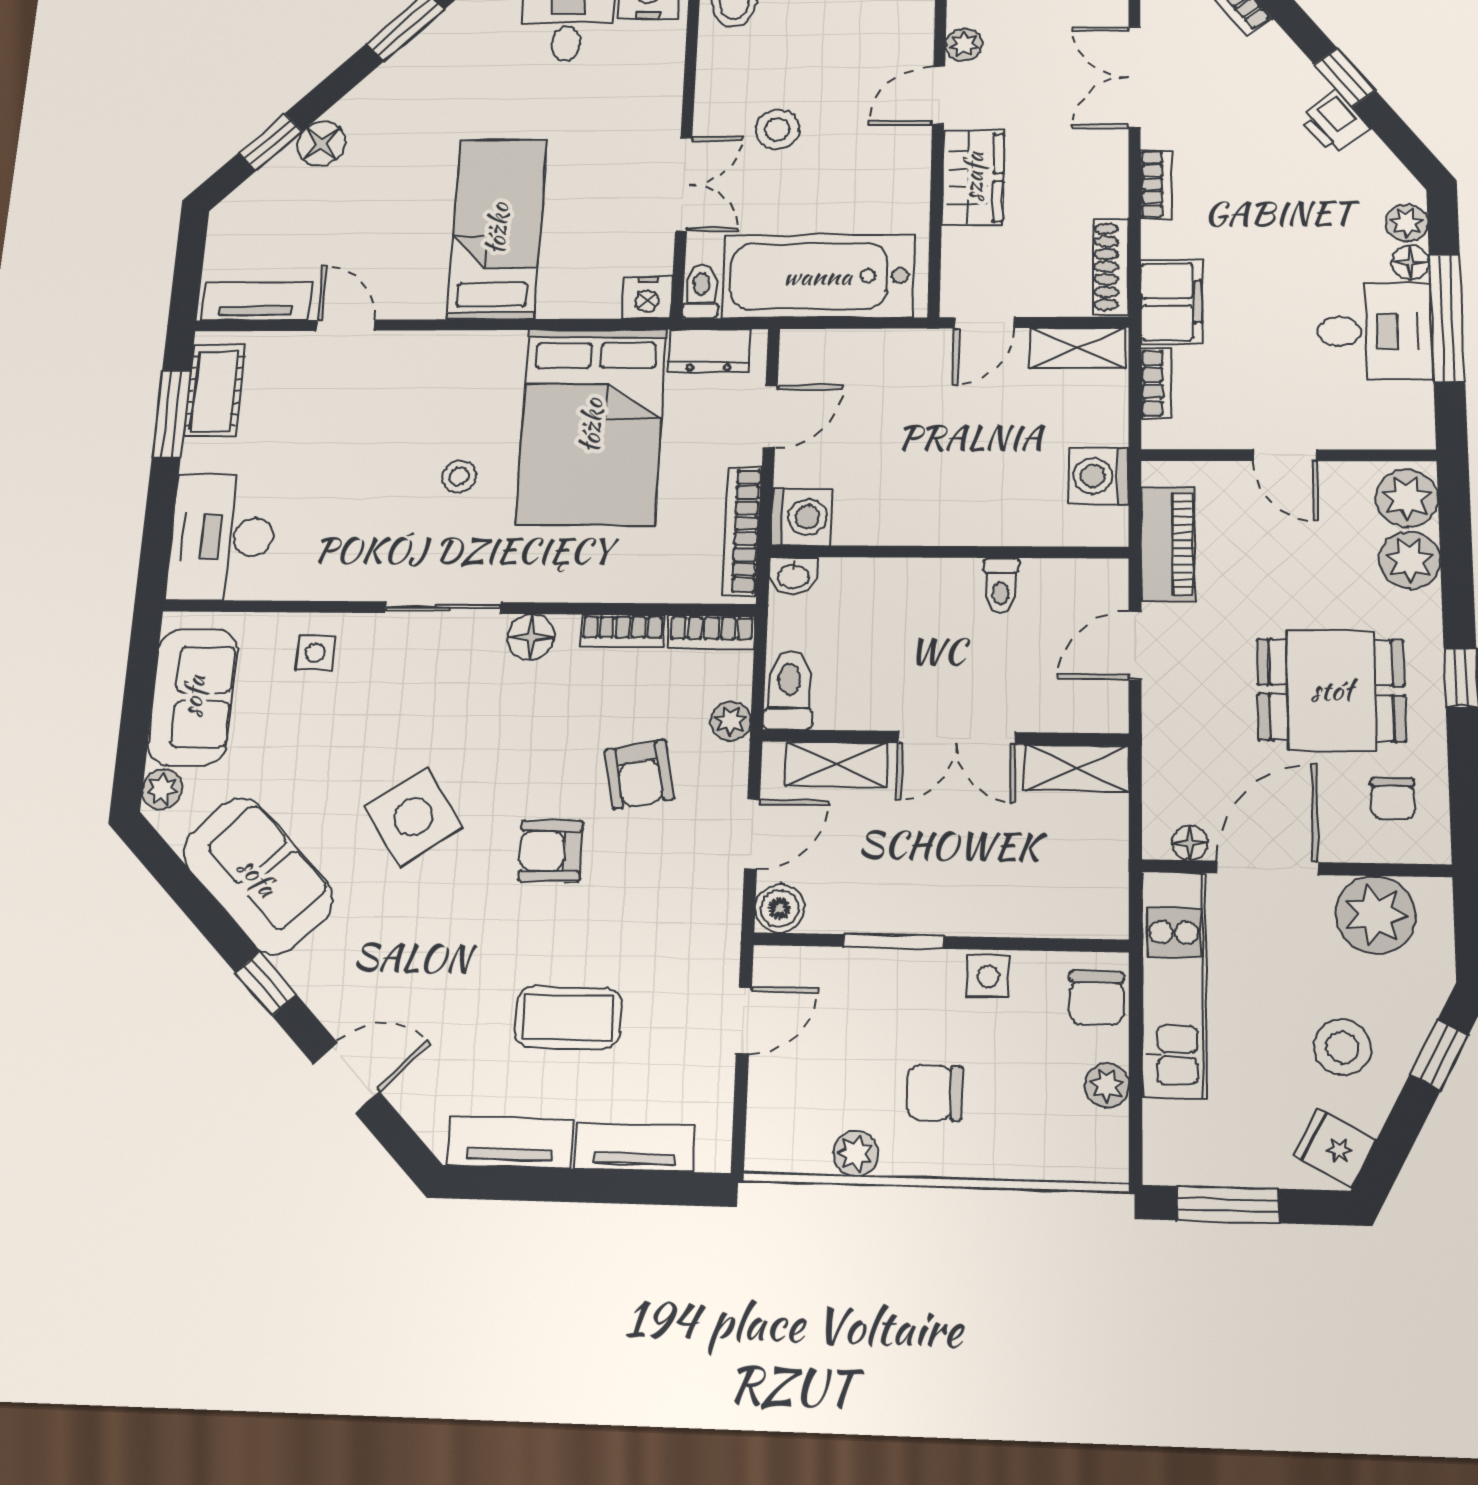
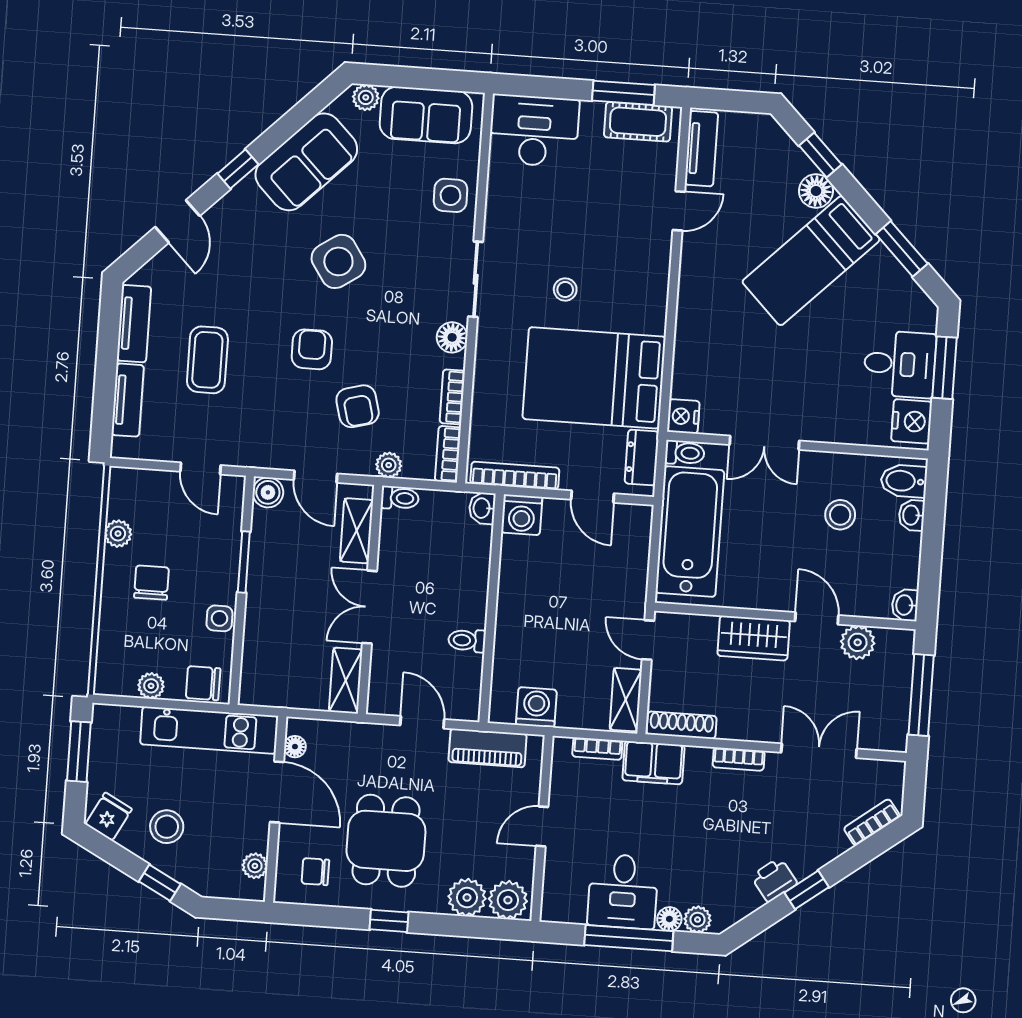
plant: (964, 45) -> (858, 642), width x1.38, depth x1.38
stool: (777, 129) -> (840, 515), moved
bed: (497, 229) -> (811, 261), moved, turned 135
side table: (315, 653) -> (450, 195), width x1.37, depth x1.37
toilet: (789, 690) -> (400, 498), width x0.73, depth x0.72
armchair: (639, 774) -> (358, 406), turned -94
plant: (1375, 915) -> (255, 866), width x0.53, depth x0.53

